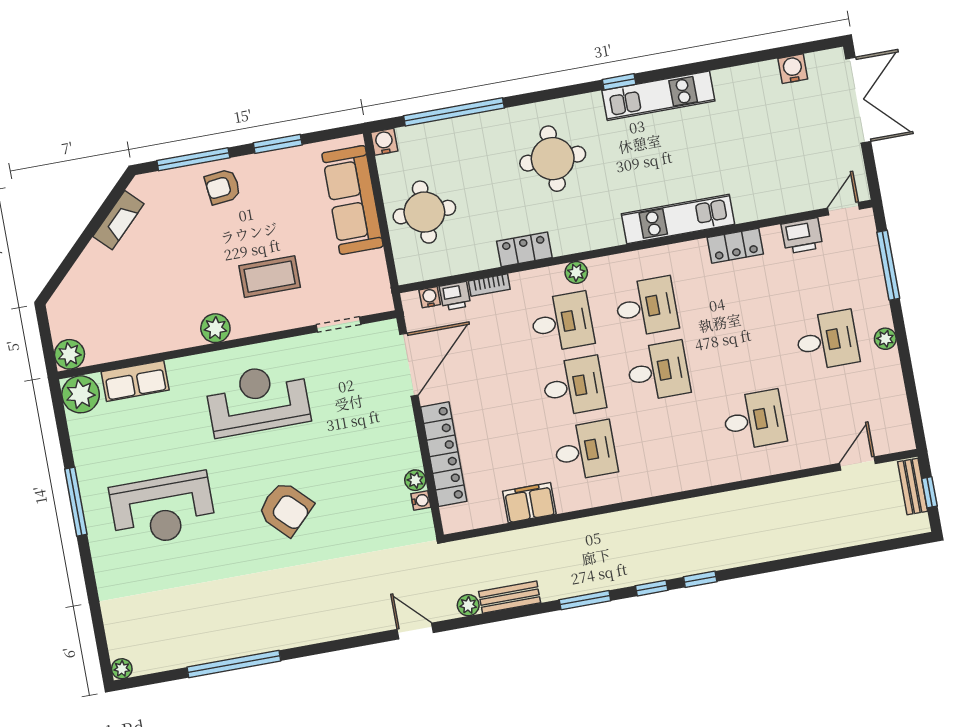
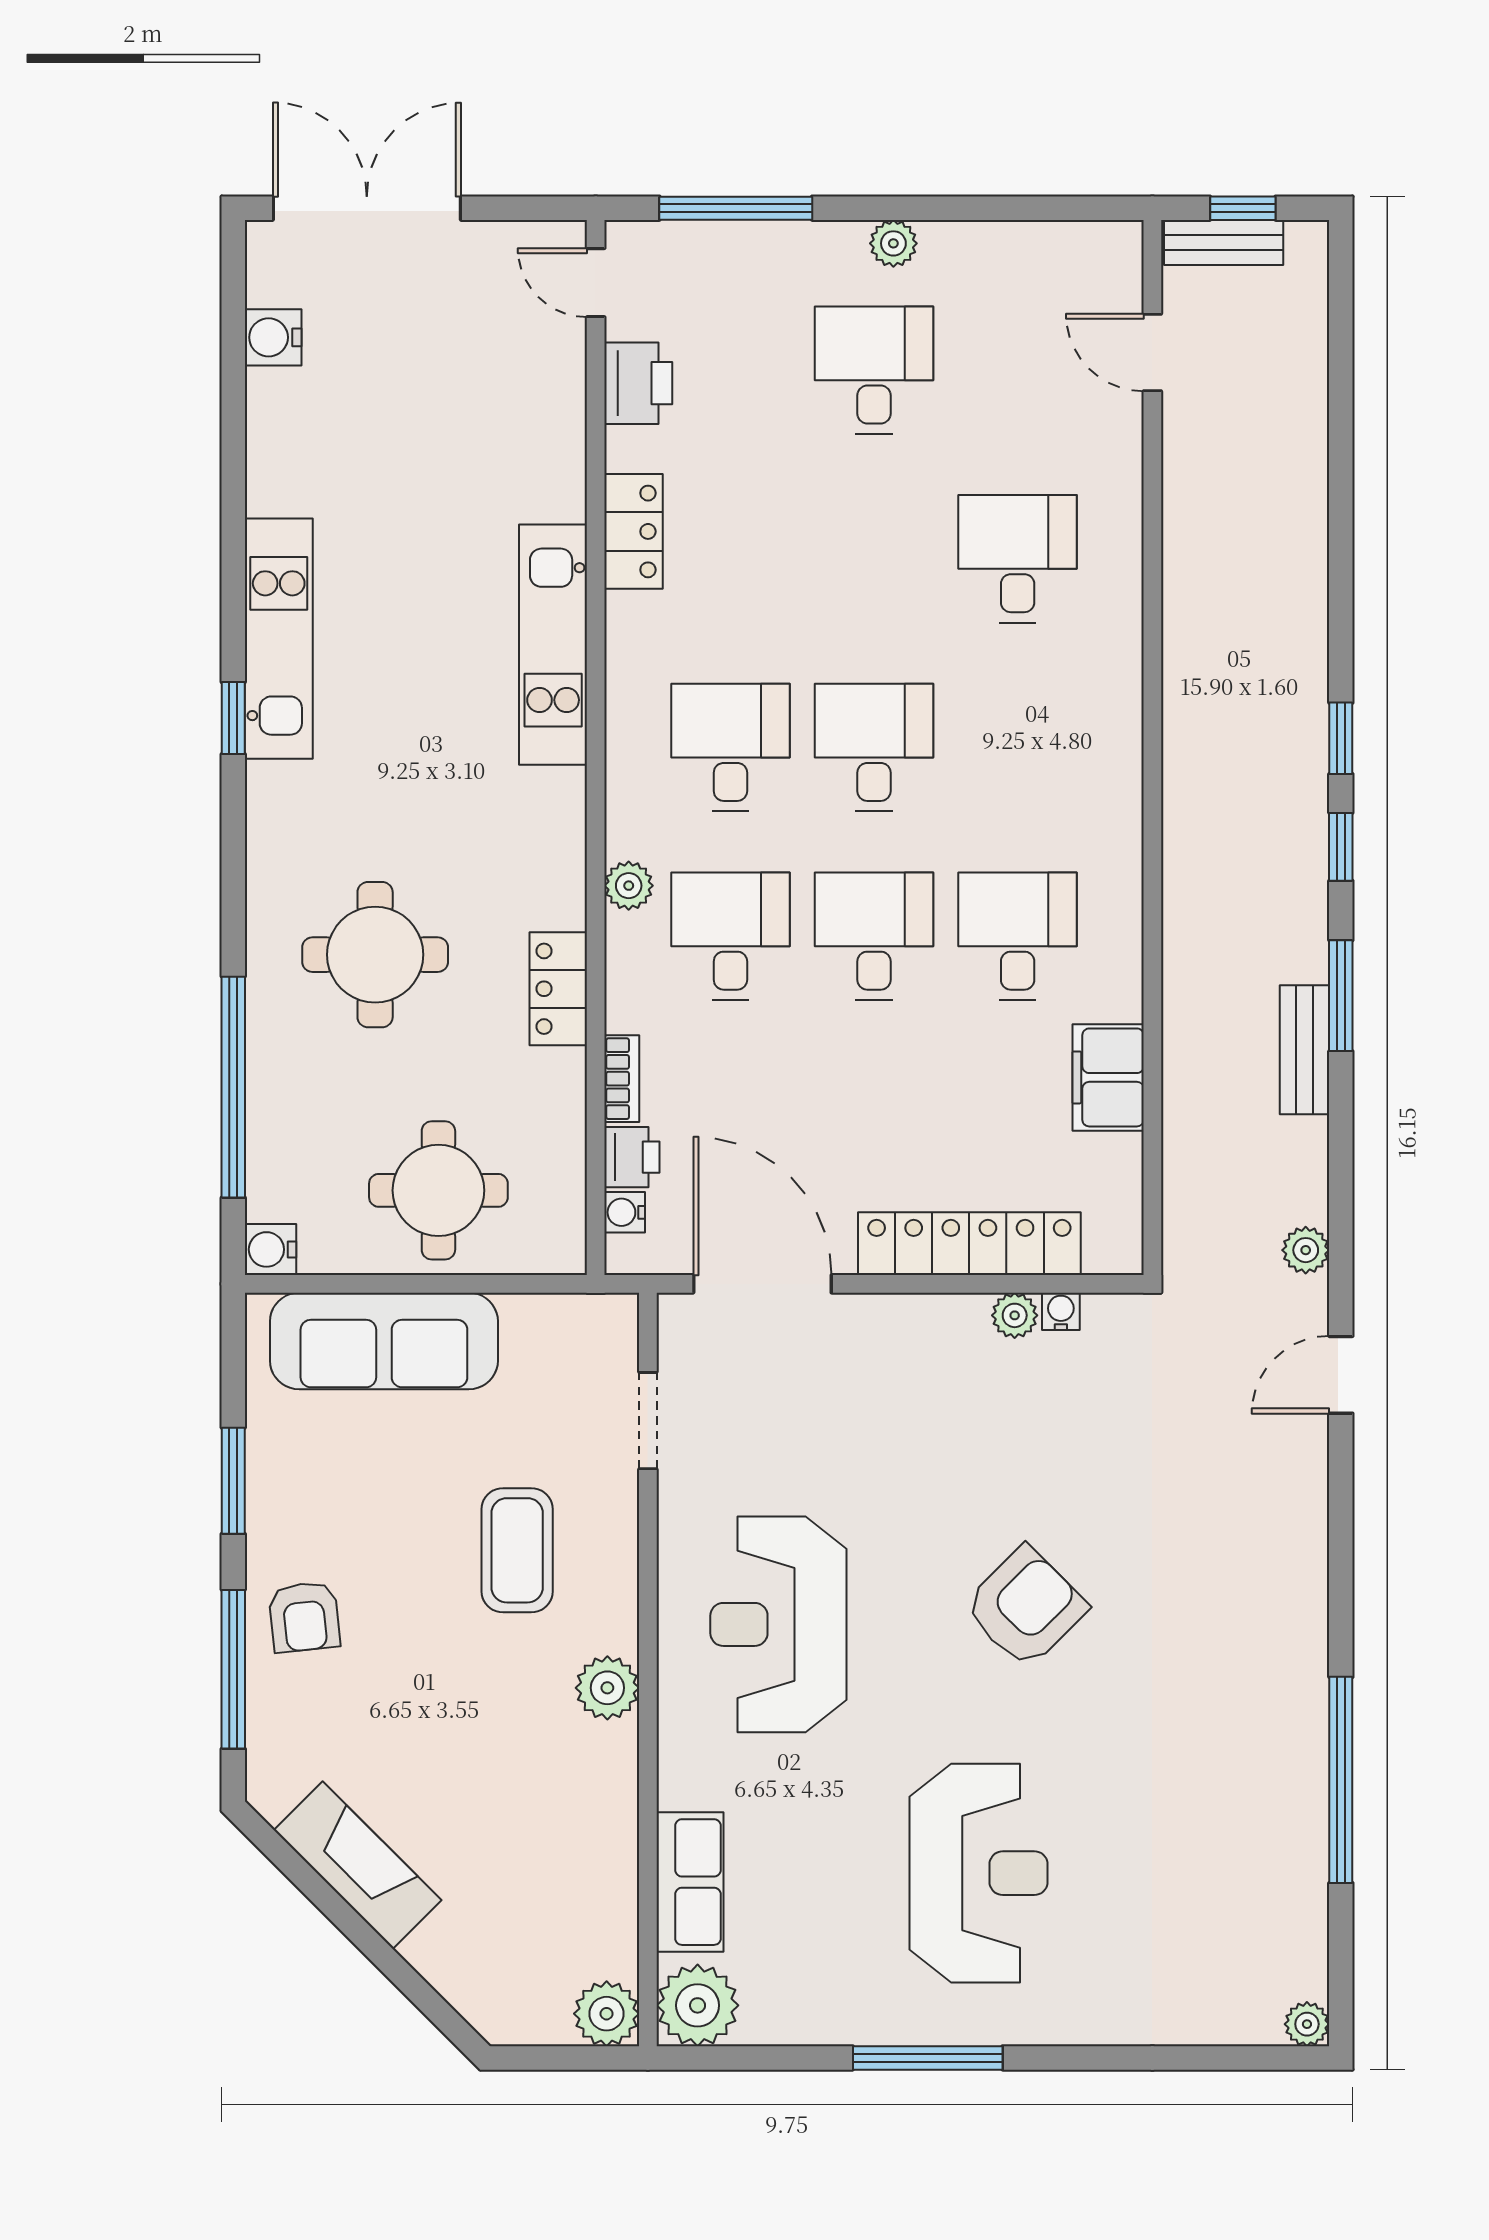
round table: (553, 159) -> (375, 955), moved
fireplace: (118, 220) -> (358, 1865), width x1.37, depth x1.32
bench: (510, 597) -> (1305, 1050), moved

